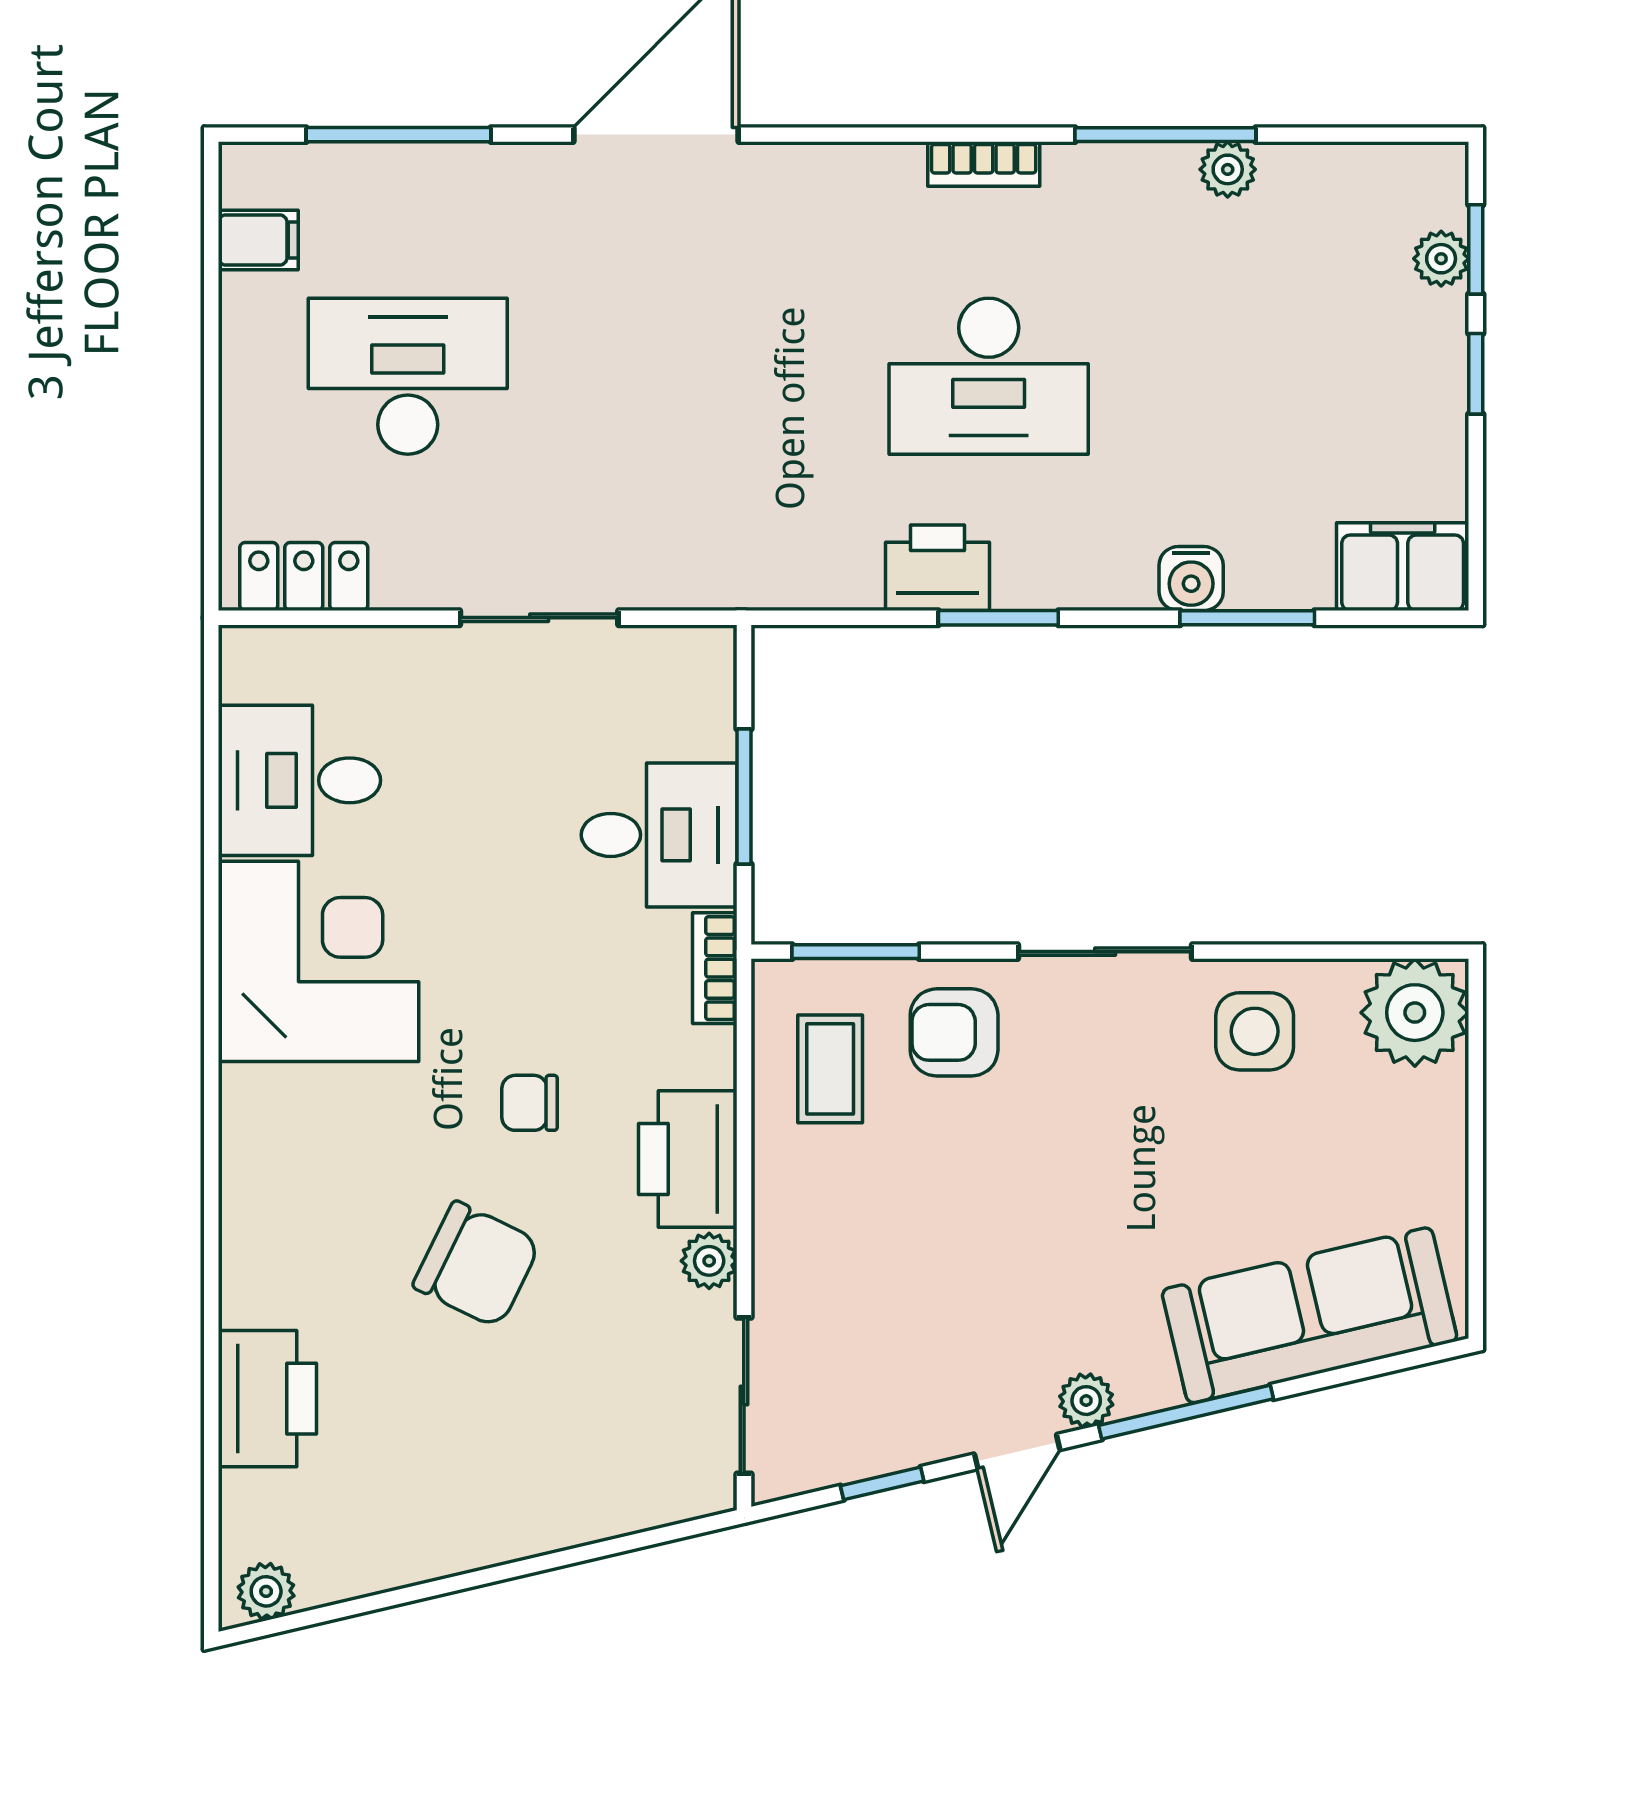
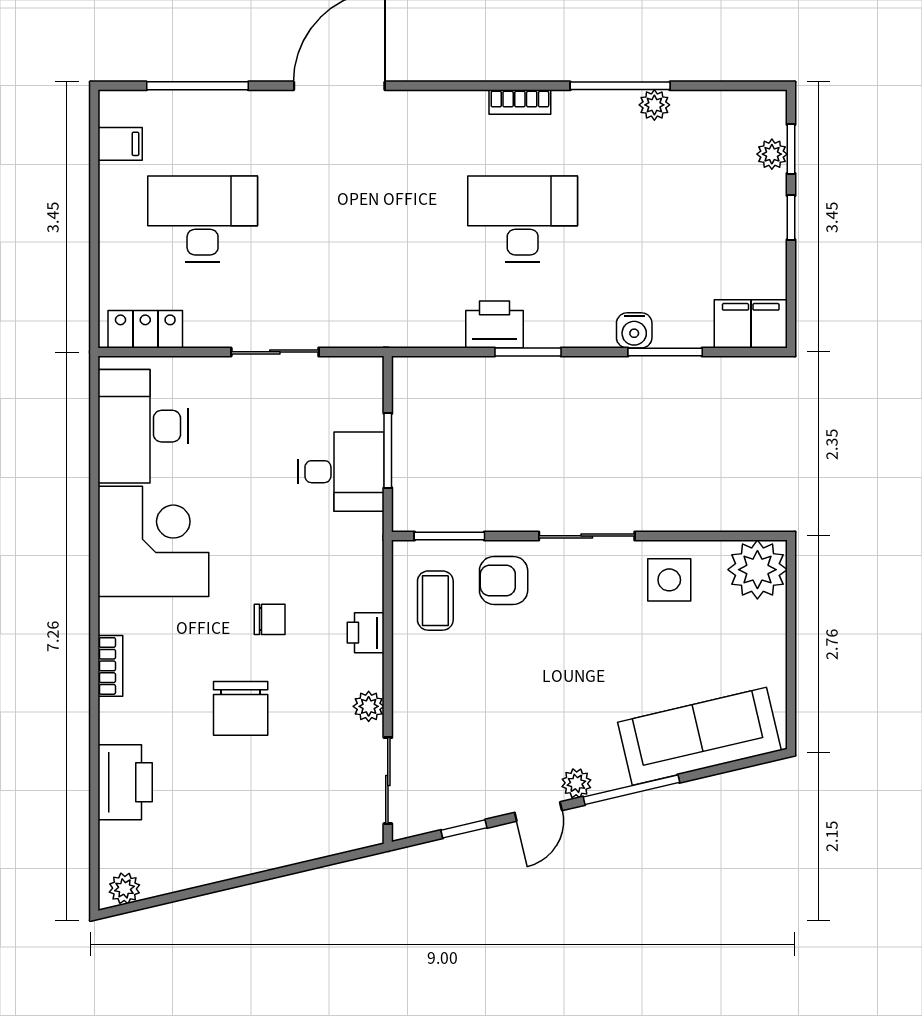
desk: (989, 376) -> (523, 219), turned 180
desk: (299, 780) -> (143, 426), width x1.37
bookcase: (715, 968) -> (110, 666), moved, turned 180
chair: (530, 1103) -> (270, 619), turned 180
printer: (688, 1159) -> (366, 633), width x0.53, depth x0.68
chair: (477, 1264) -> (241, 708), turned 64

